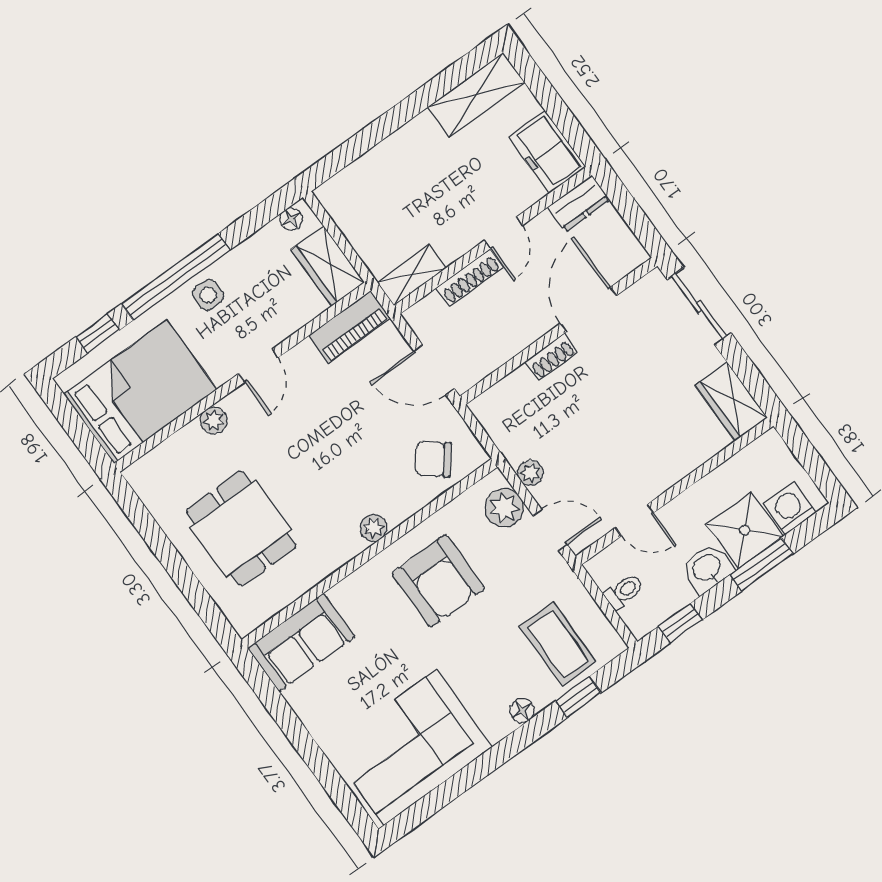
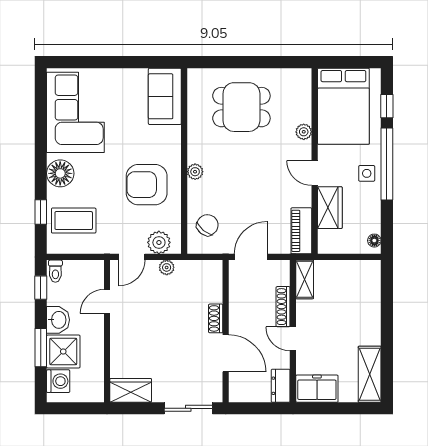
wardrobe: (328, 266) -> (330, 208), moved, turned 90
toilet: (624, 591) -> (55, 271), moved
floor lamp: (522, 711) -> (60, 173), width x1.89, depth x1.89

